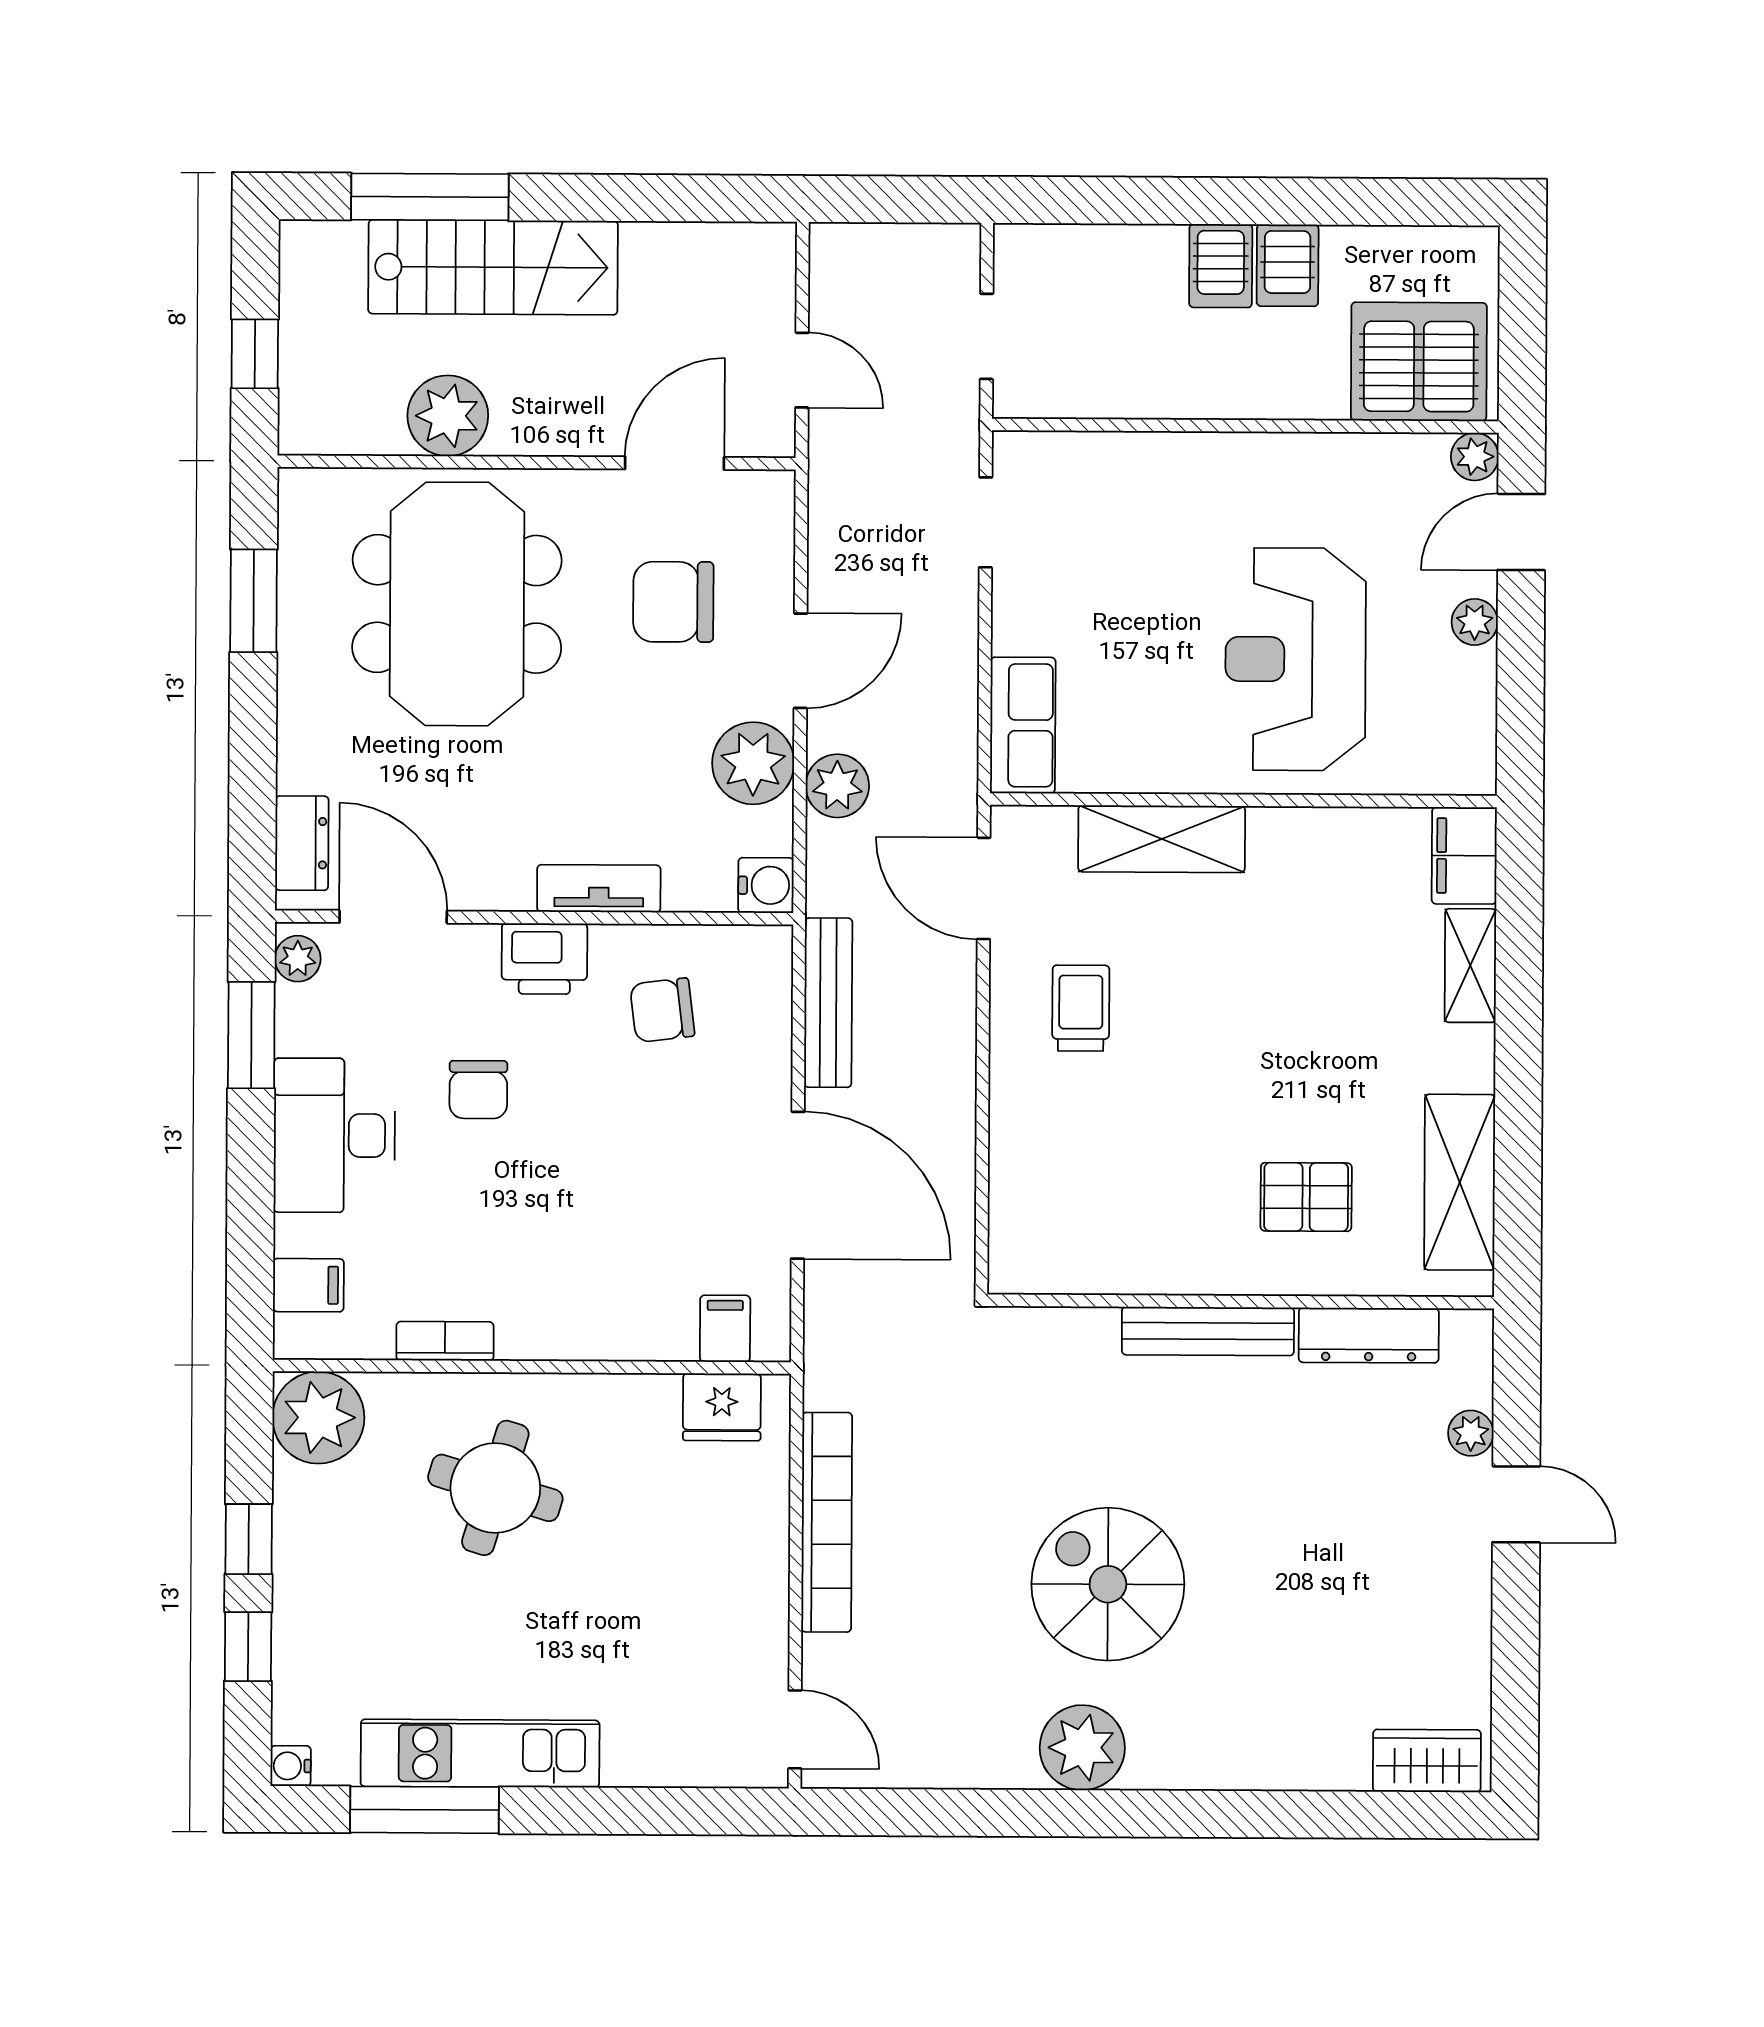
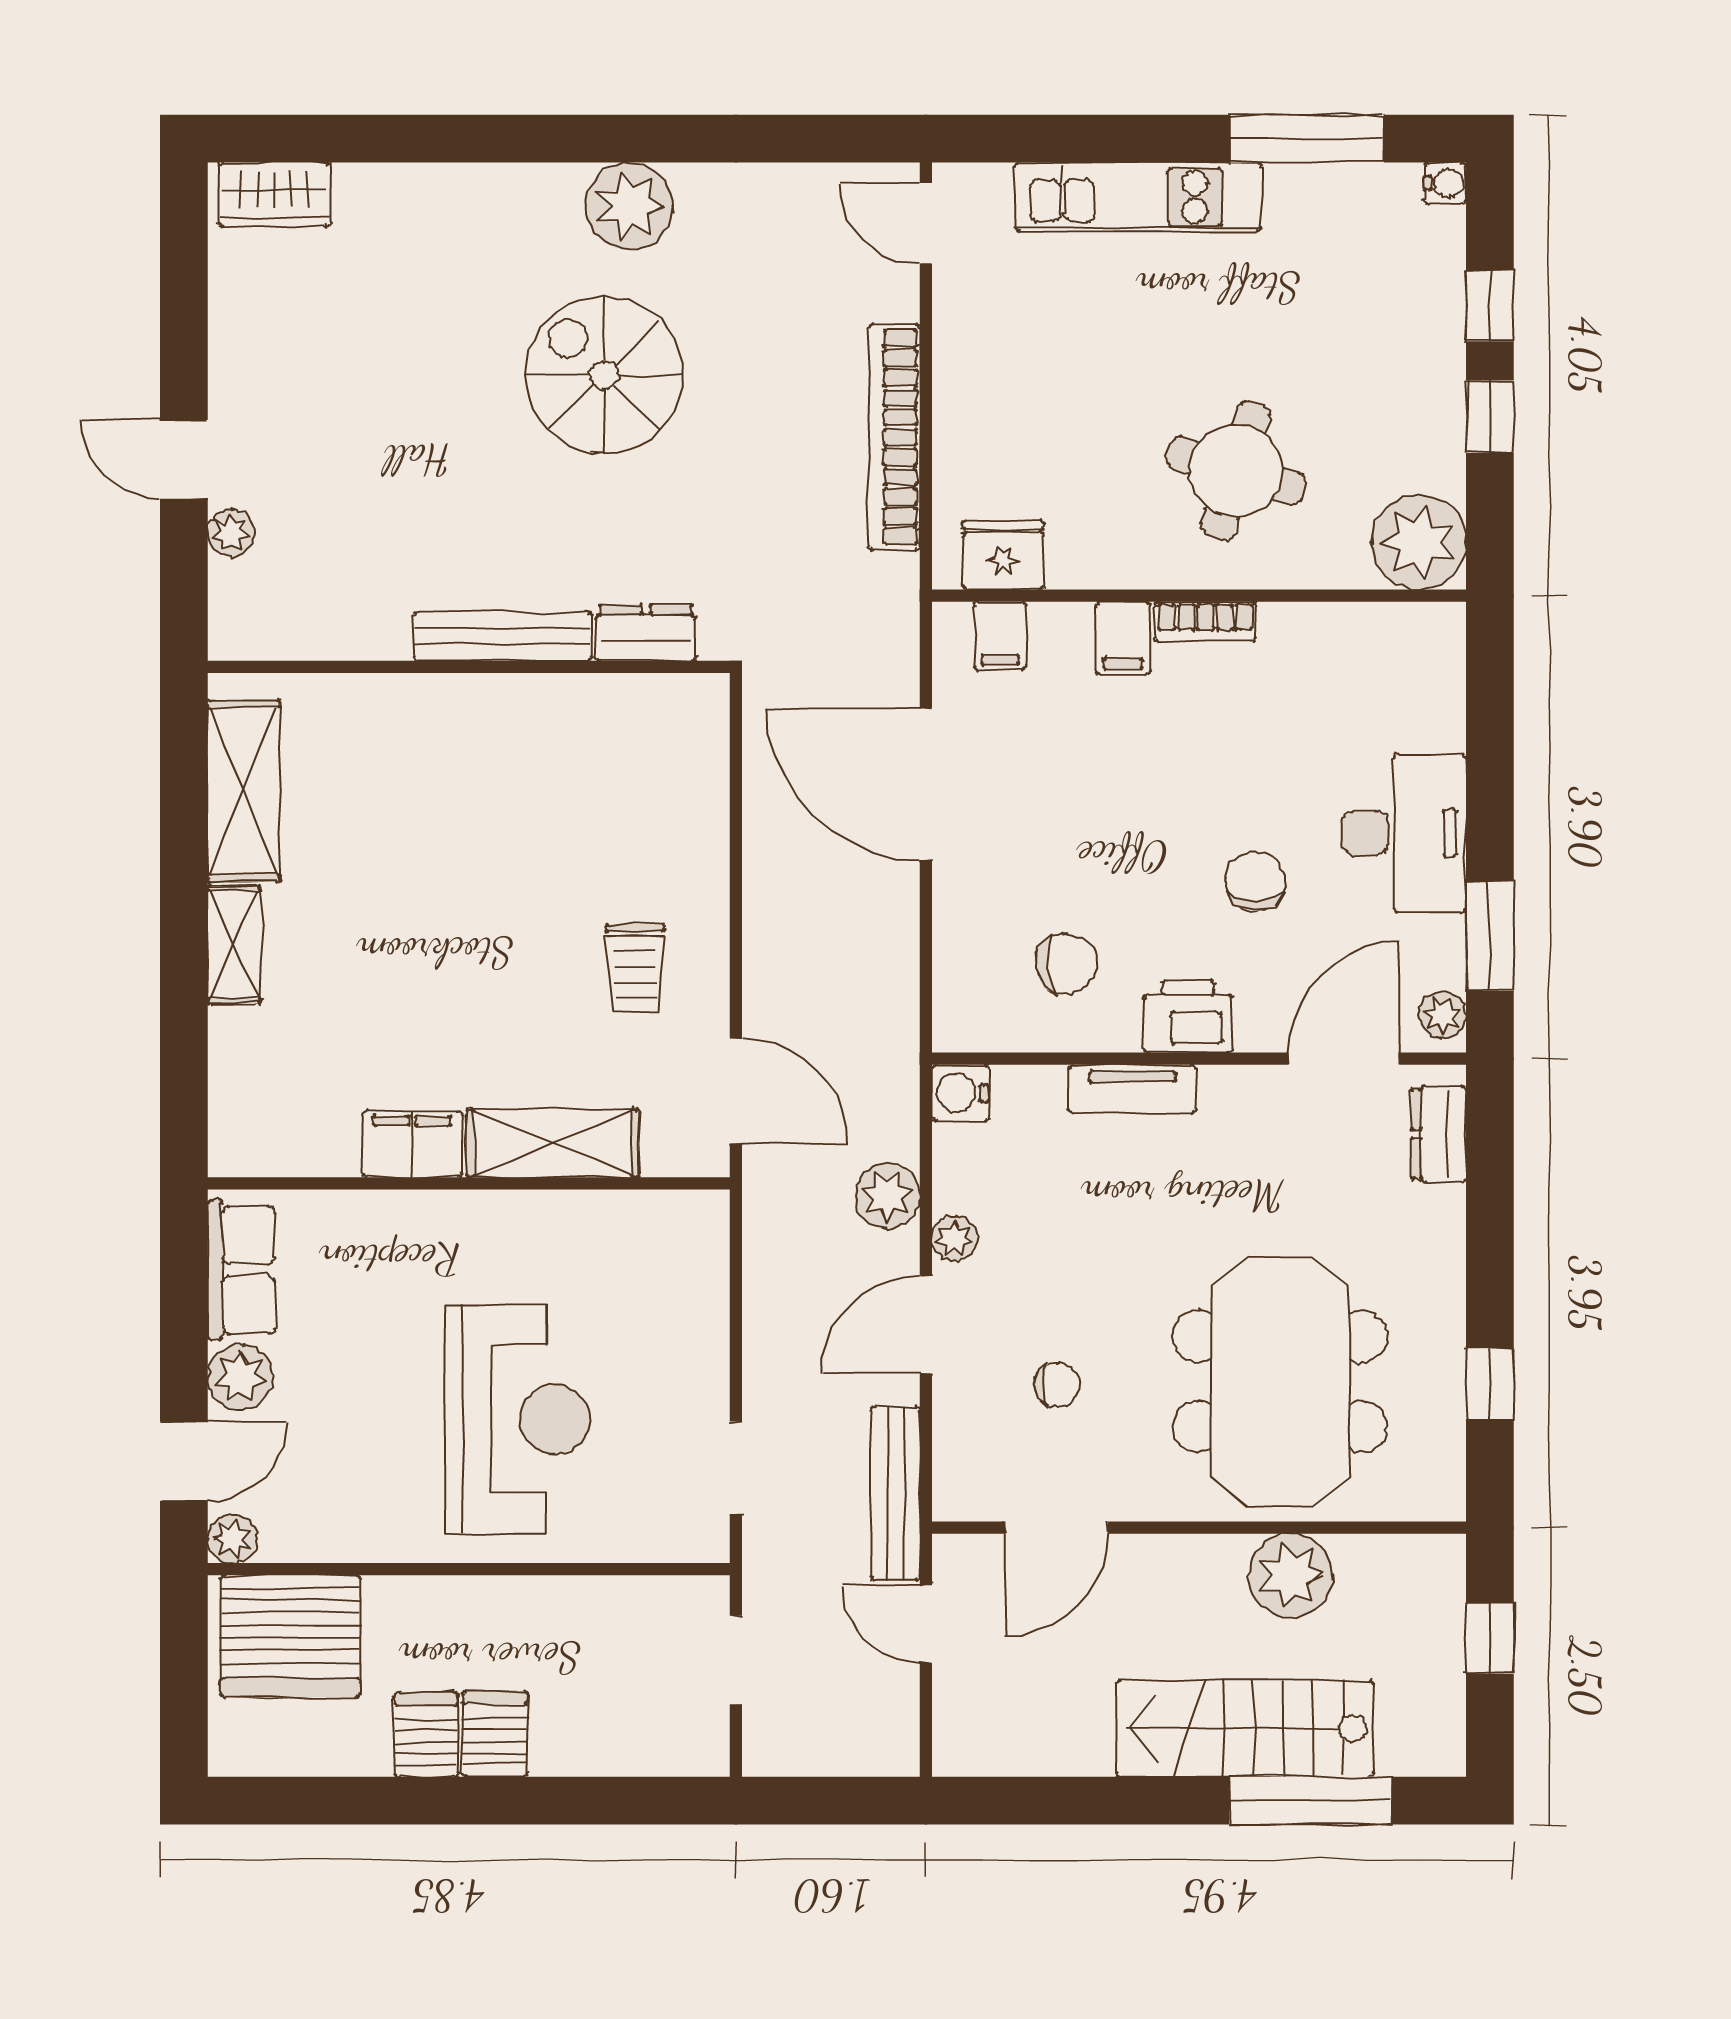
window: (254, 601) -> (1490, 1384), width x0.67
chair: (673, 602) -> (1057, 1385), width x0.54, depth x0.54
plant: (1475, 622) -> (240, 1377), width x1.38, depth x1.38
reception desk: (1295, 659) -> (517, 1419), moved
row of seats: (1023, 725) -> (241, 1270), moved, turned 180
plant: (753, 763) -> (954, 1239), width x0.53, depth x0.53
filing cabinet: (1464, 856) -> (412, 1144), moved, turned -90
door: (393, 917) -> (1344, 1059), swing flipped
shelving: (1470, 966) -> (234, 945), moved
bench: (828, 1003) -> (896, 1494), moved
pallet: (1306, 1197) -> (402, 775), removed
filing cabinet: (308, 1285) -> (1123, 638), moved, turned -90
dresser: (1369, 1335) -> (646, 633), moved, width x0.70
bookcase: (445, 1341) -> (1205, 622), moved
spiral stairs: (1108, 1584) -> (604, 375), turned 180
kitchen unit: (480, 1753) -> (1138, 197), moved

